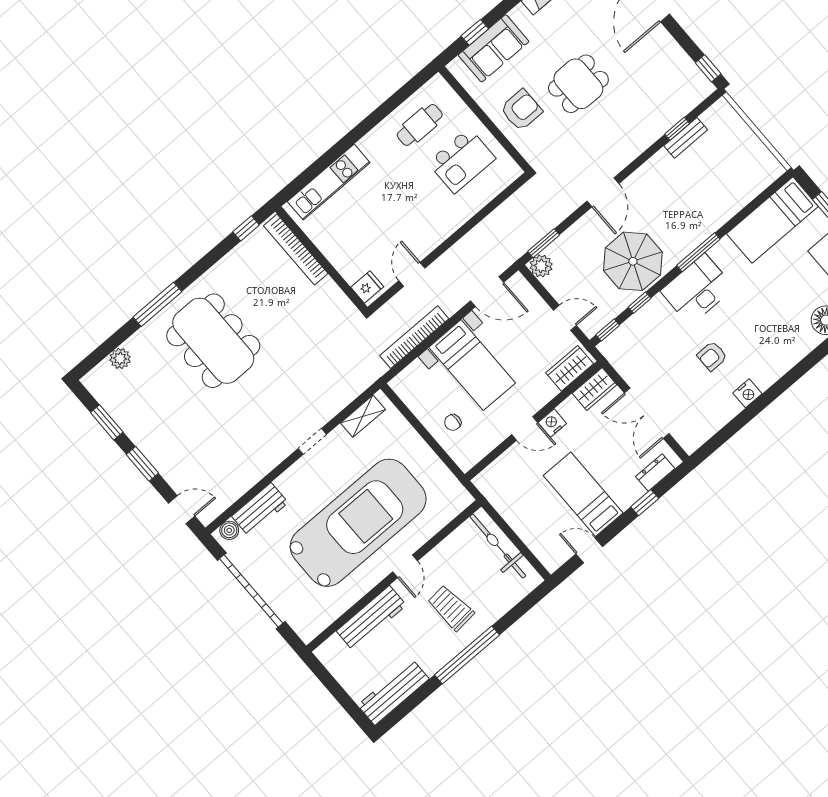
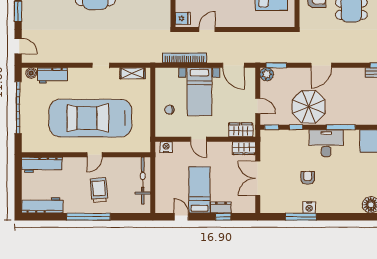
armchair: (712, 356) -> (308, 178), turned 90
window: (747, 415) -> (301, 217), added
nightstand: (552, 423) -> (166, 147), moved
dresser: (655, 472) -> (221, 207), moved
car: (358, 523) -> (90, 118), turned 180
workbench: (371, 618) -> (42, 165), moved

